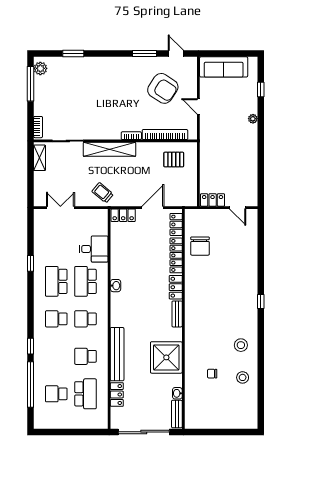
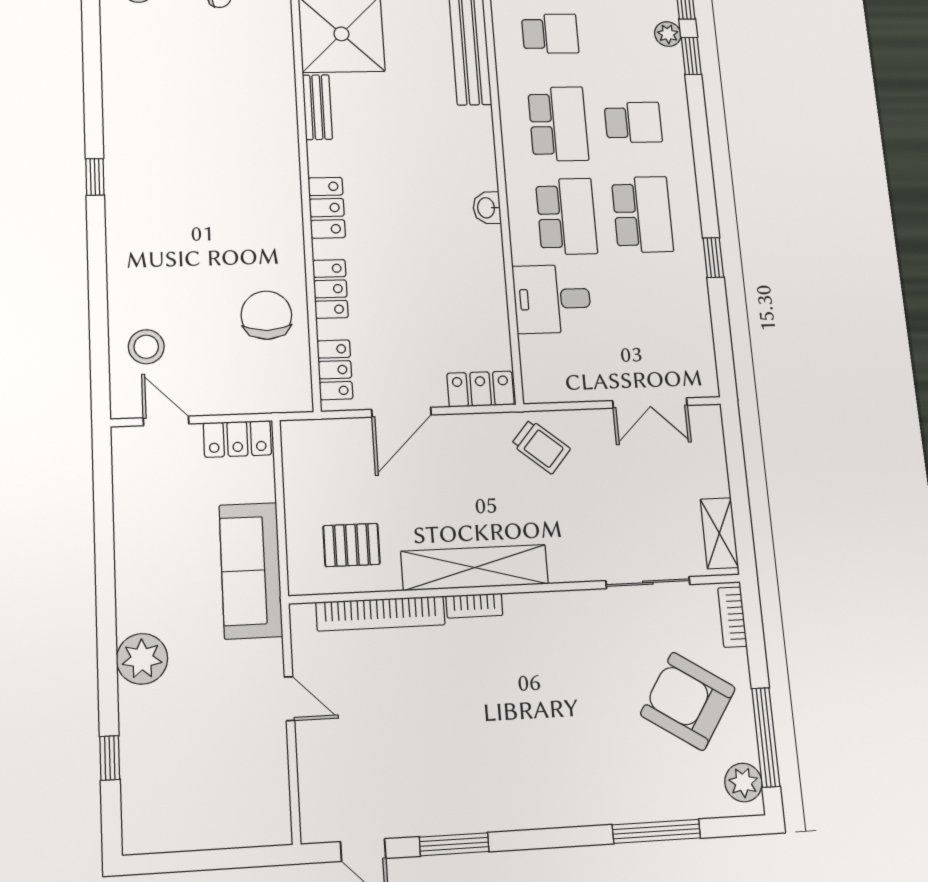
window: (73, 54) -> (656, 831), width x1.44
sofa: (224, 67) -> (251, 570), moved, turned -90
armchair: (163, 88) -> (688, 701), moved
plant: (253, 119) -> (142, 659), width x1.88, depth x1.88
shelving: (109, 149) -> (475, 568), moved
locker: (176, 255) -> (330, 289), width x0.66
bench: (177, 314) -> (317, 107), moved
school desk: (85, 319) -> (558, 124), width x1.85
stool: (241, 345) -> (146, 347), moved
plant: (39, 356) -> (668, 34), added

